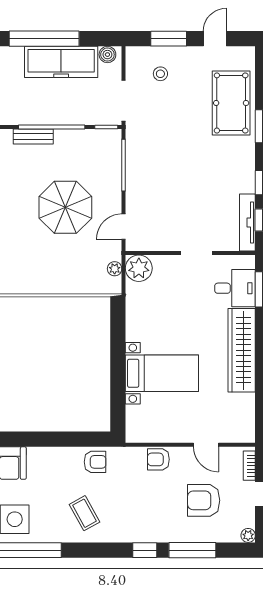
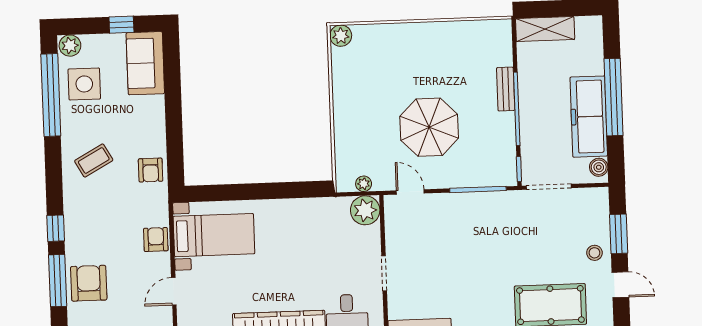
stool: (160, 74) -> (594, 253), moved
bed with nightstands: (162, 373) -> (214, 235), moved, turned -90
armchair: (204, 500) -> (89, 283), moved

